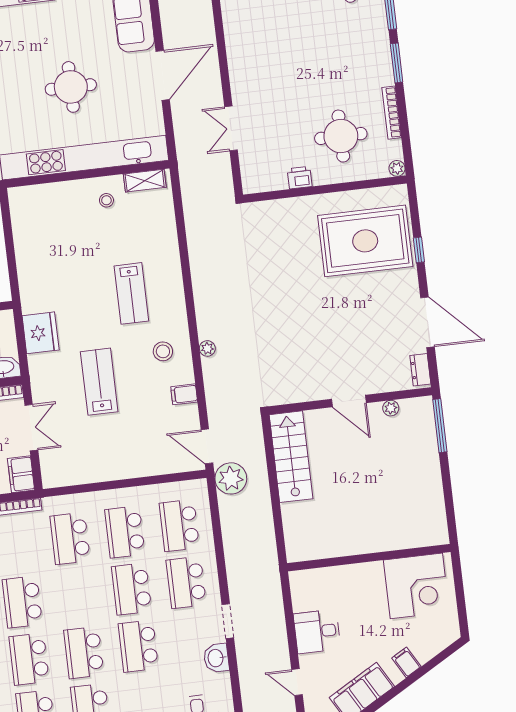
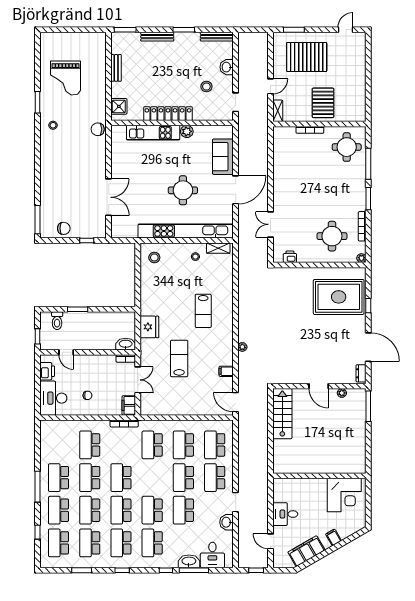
printer: (300, 178) -> (290, 257), moved
stool: (163, 351) -> (154, 257), moved
plant: (231, 478) -> (247, 422), removed

